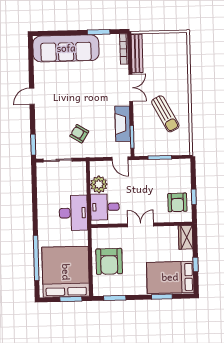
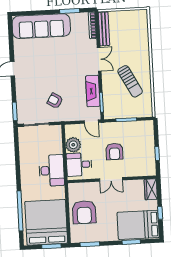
armchair: (177, 202) -> (114, 152), moved
double door: (141, 225) -> (111, 179), swing flipped

